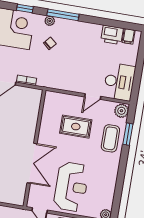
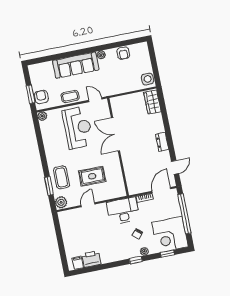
window: (63, 15) -> (136, 260), width x0.46
desk: (119, 82) -> (123, 211), moved, turned 90
reception desk: (71, 187) -> (78, 128), turned 180

